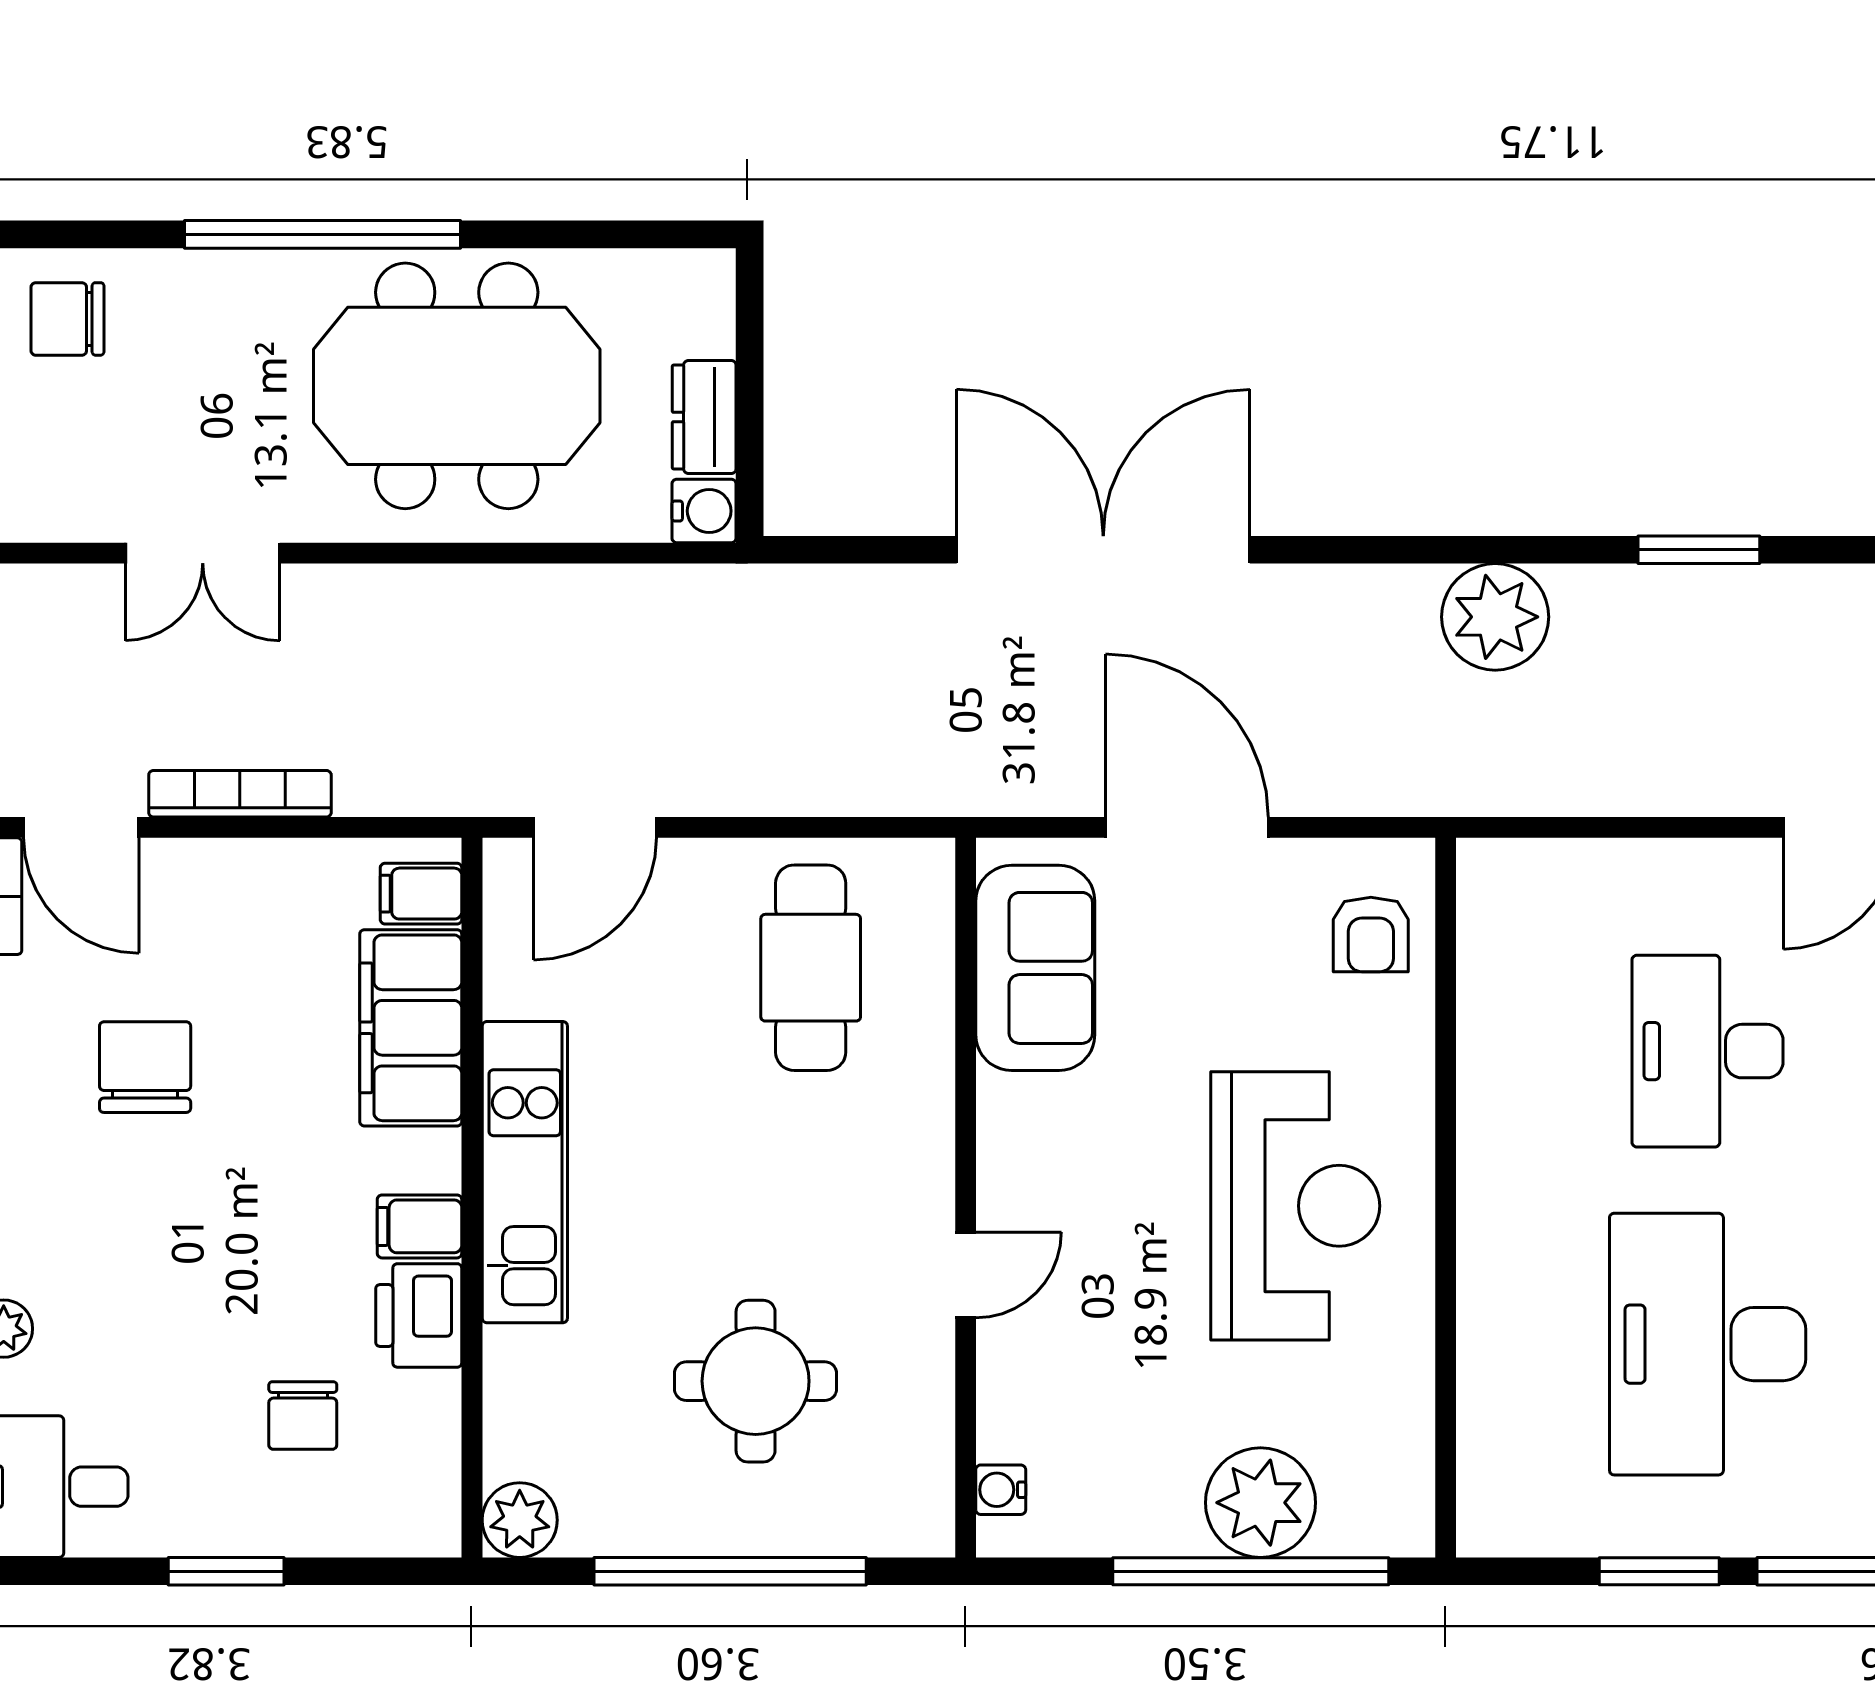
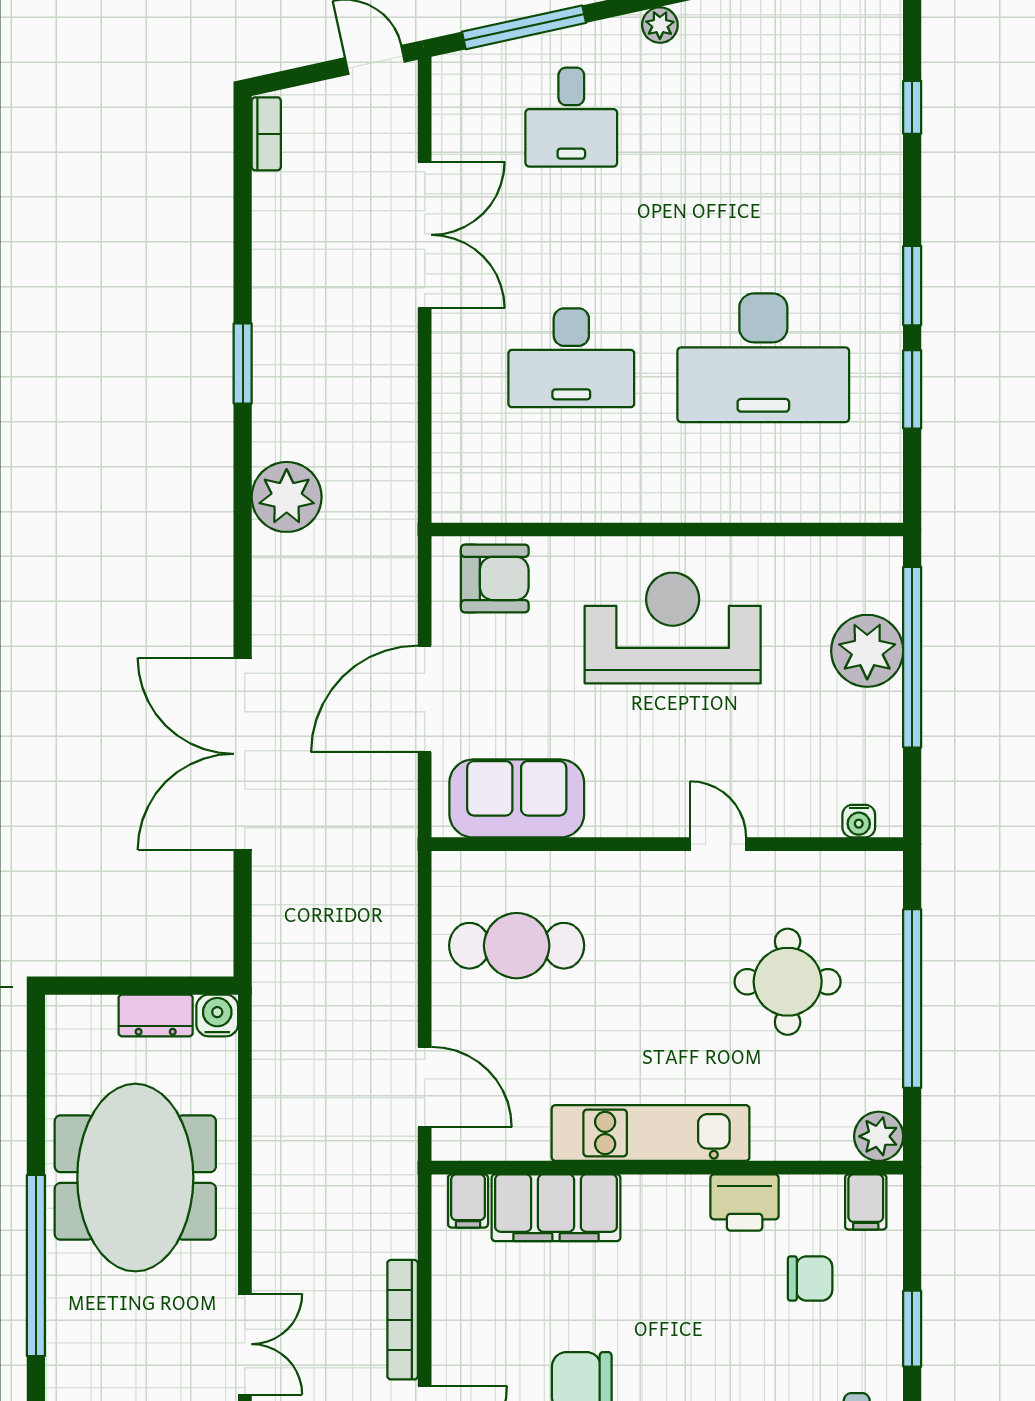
armchair: (1371, 934) -> (495, 578), width x1.38, depth x1.38
filing cabinet: (420, 1226) -> (866, 1202), moved

